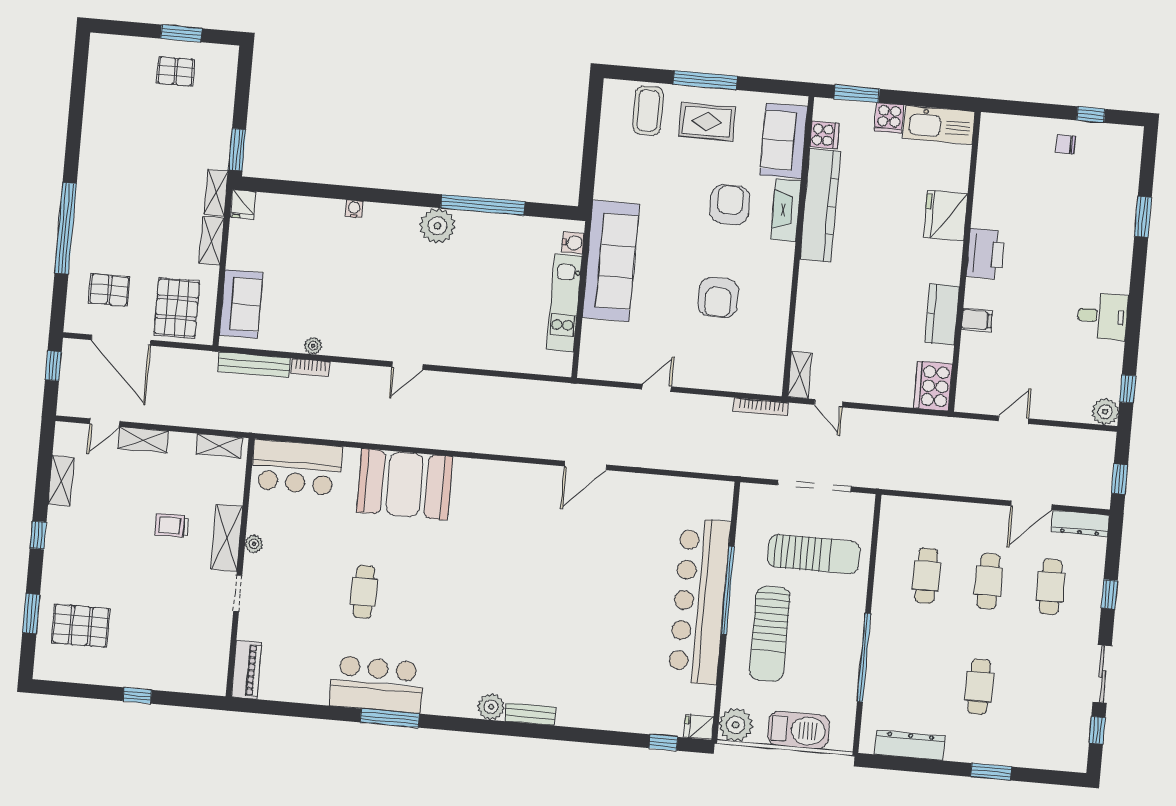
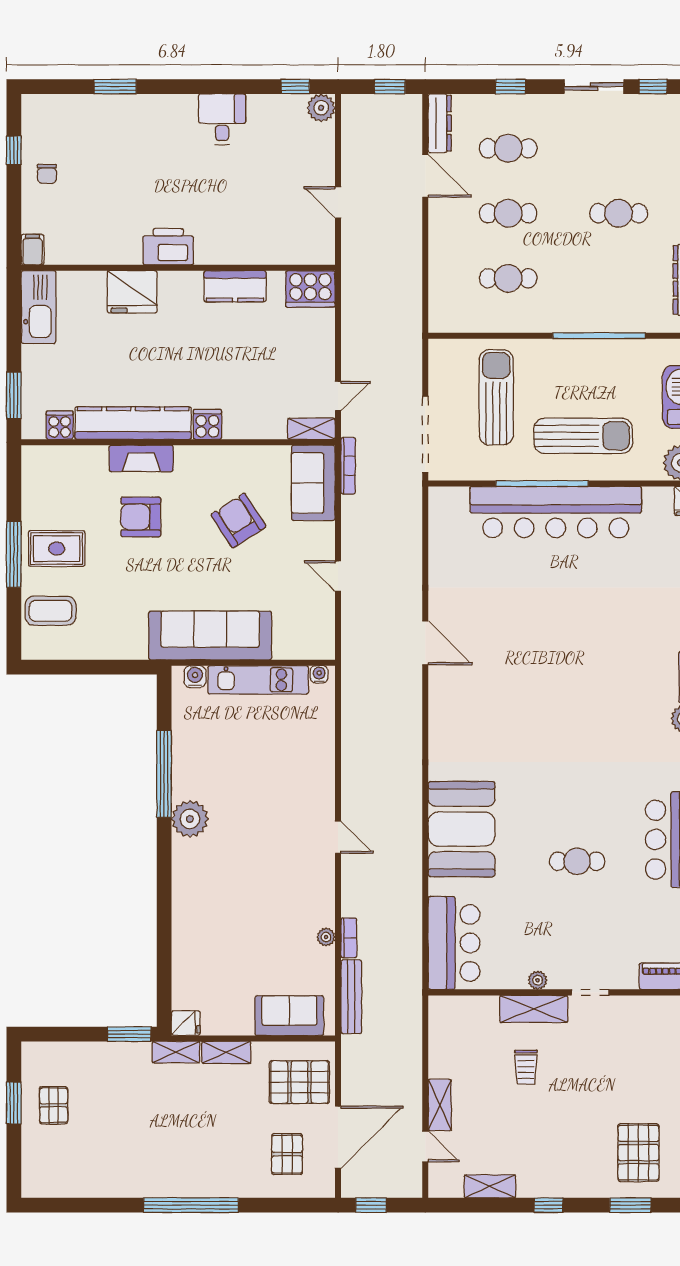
cooker: (889, 118) -> (207, 424), moved, turned -90
rug: (707, 122) -> (57, 548), turned 90
sofa: (784, 141) -> (313, 483), moved, turned 90
water cooler: (354, 209) -> (319, 674), moved, turned 90
window: (66, 228) -> (191, 1205), moved
armchair: (718, 298) -> (238, 521), turned -123
filing cabinet: (977, 320) -> (32, 250), moved
shelving: (219, 446) -> (439, 1025), removed
doorway: (814, 486) -> (425, 434), moved

